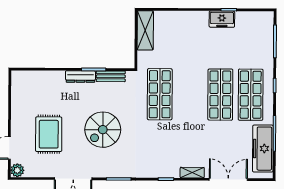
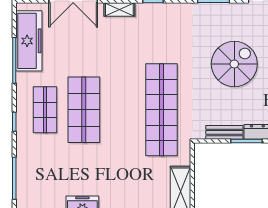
shop shelf: (160, 94) -> (162, 110), width x1.40
shop shelf: (251, 95) -> (45, 110), width x0.70, depth x0.74

